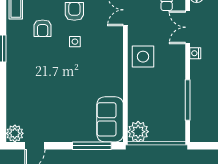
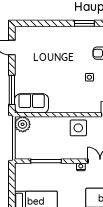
plant: (15, 133) -> (21, 32), removed

